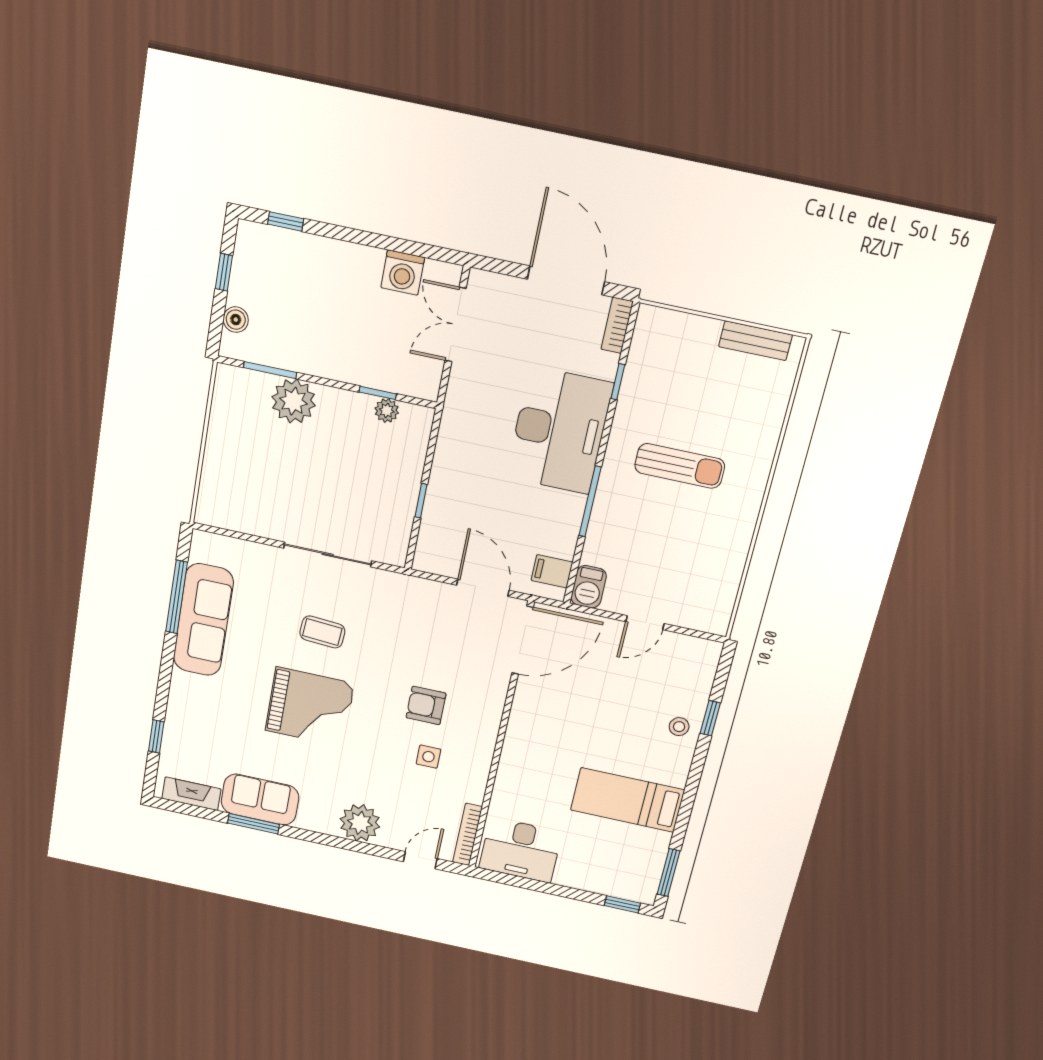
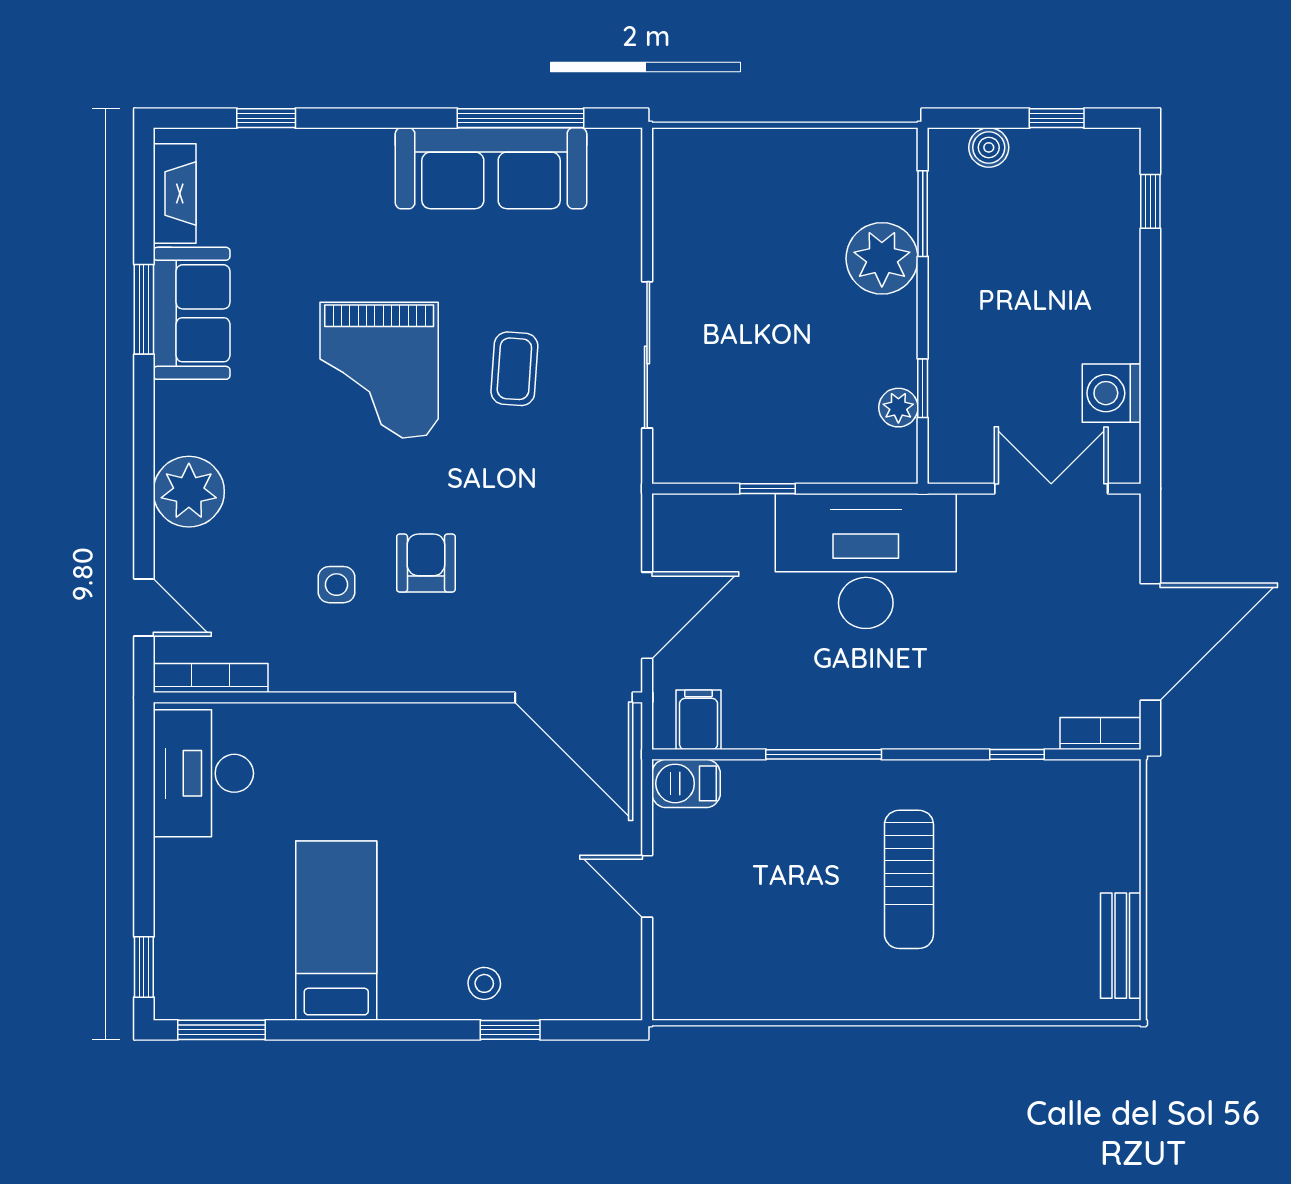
desk: (559, 431) -> (866, 561), moved, turned 180

